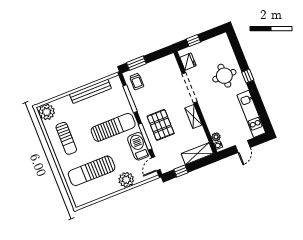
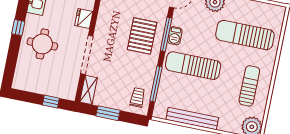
fridge: (188, 62) -> (84, 18), moved
window: (136, 63) -> (108, 113), moved
shelving: (193, 117) -> (89, 90), moved
barbecue: (138, 146) -> (175, 36), width x0.53, depth x0.65
sun lounger: (92, 171) -> (245, 35), turned 180

